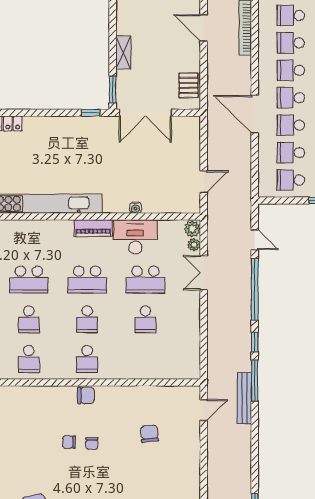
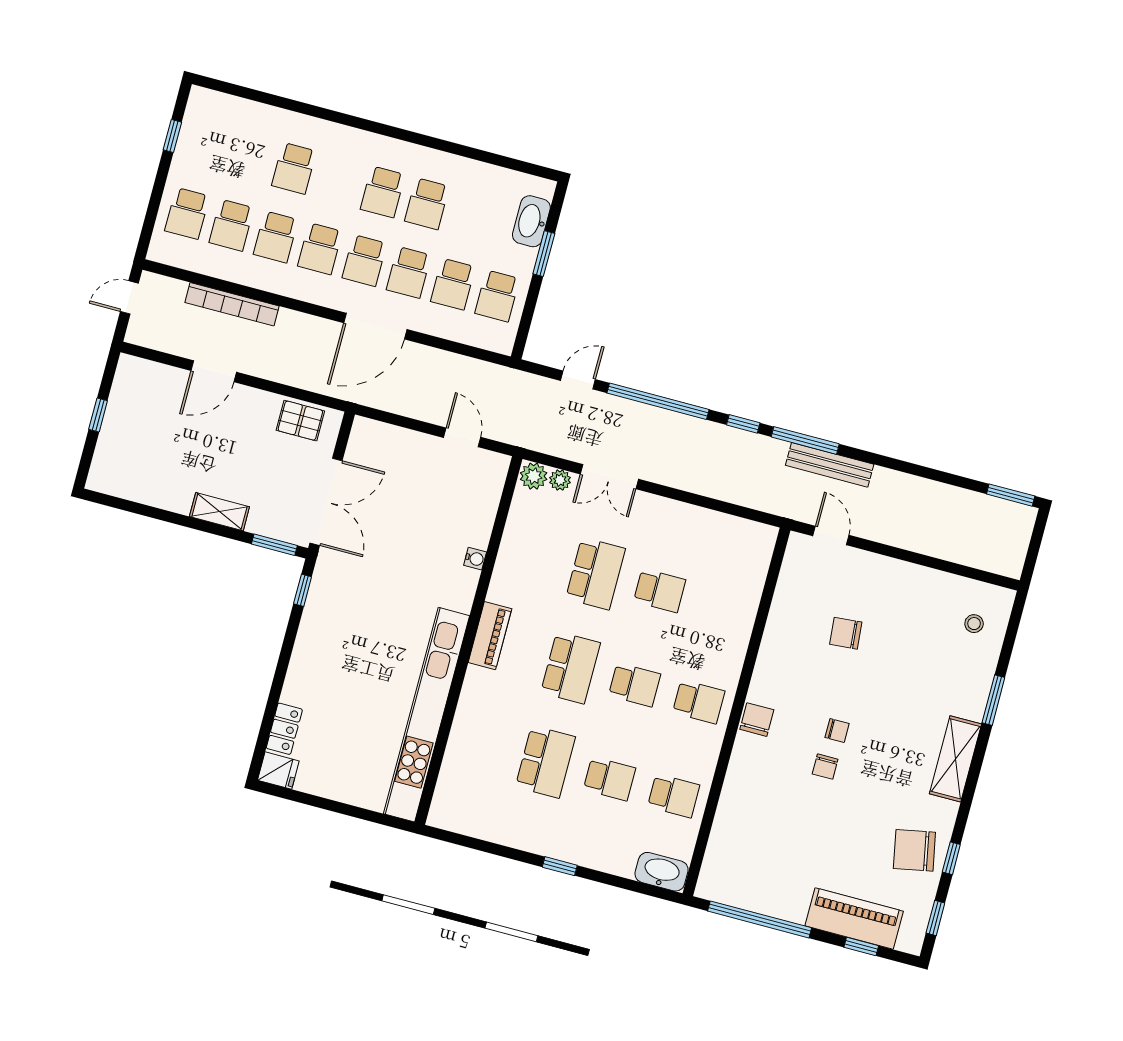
desk: (135, 237) -> (522, 571), removed

